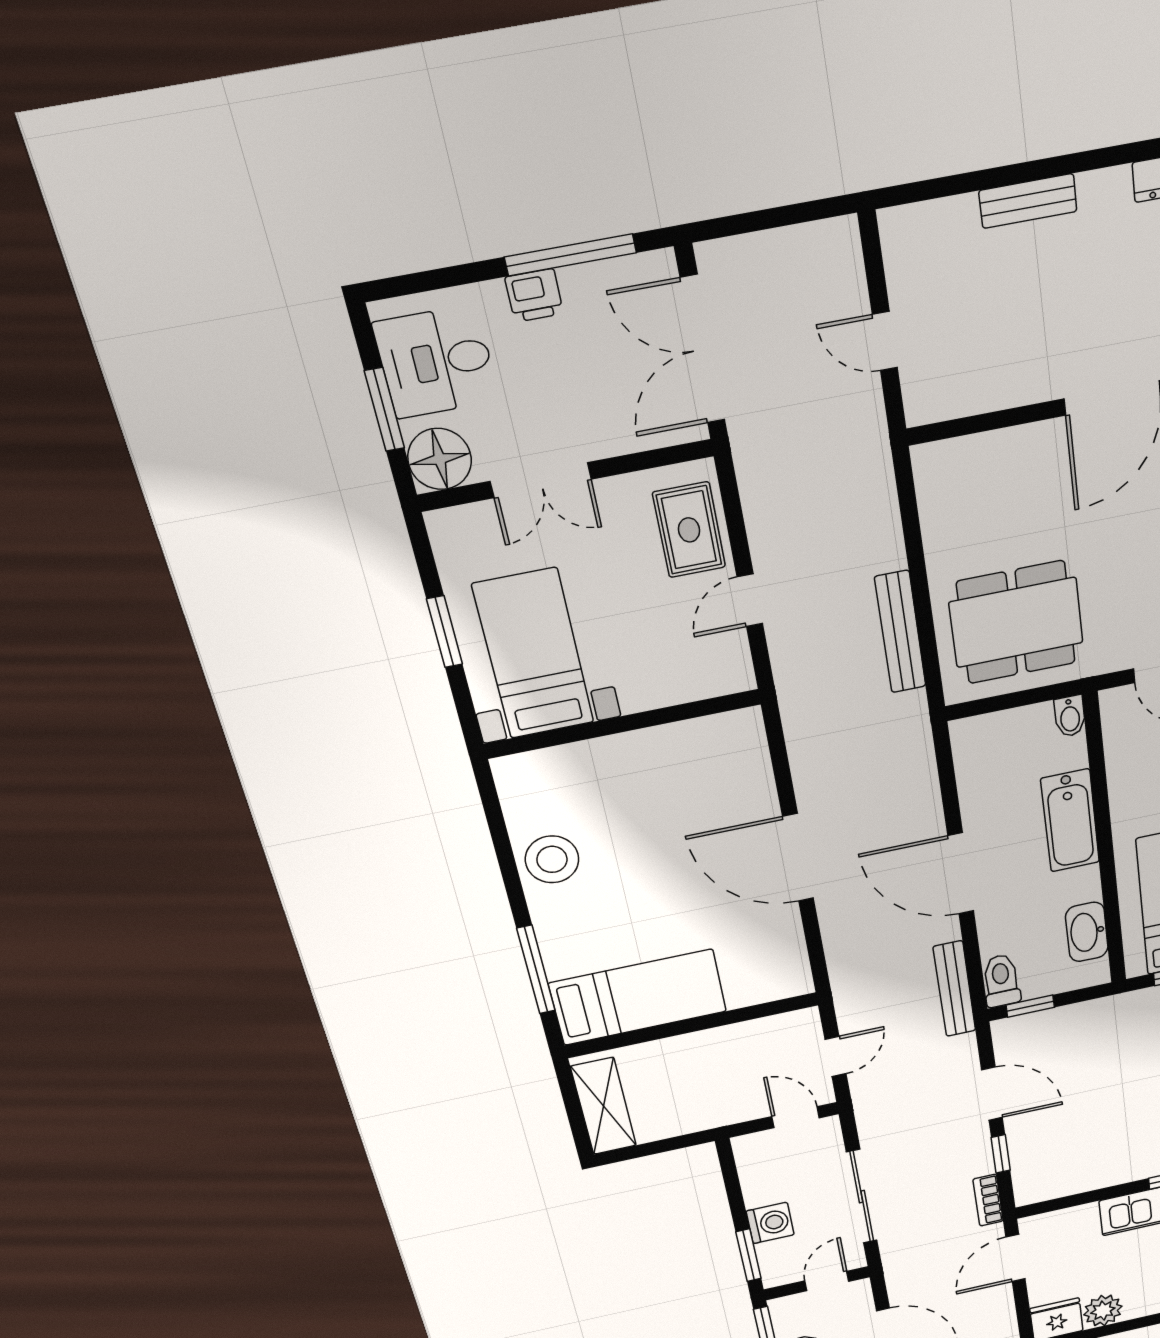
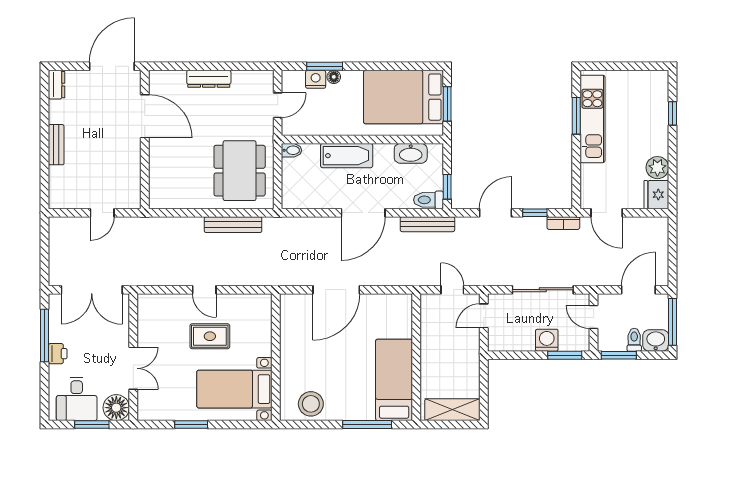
rug: (689, 530) -> (210, 336), moved
bed with nightstands: (534, 654) -> (234, 389), moved
wall: (623, 724) -> (276, 357), moved

